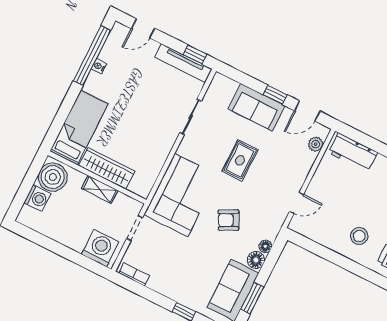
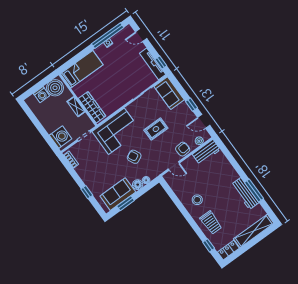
sofa: (256, 107) -> (169, 93), moved
workbench: (353, 152) -> (206, 152), moved, turned -90
wardrobe: (107, 168) -> (92, 107), moved
armchair: (297, 170) -> (183, 149), added

